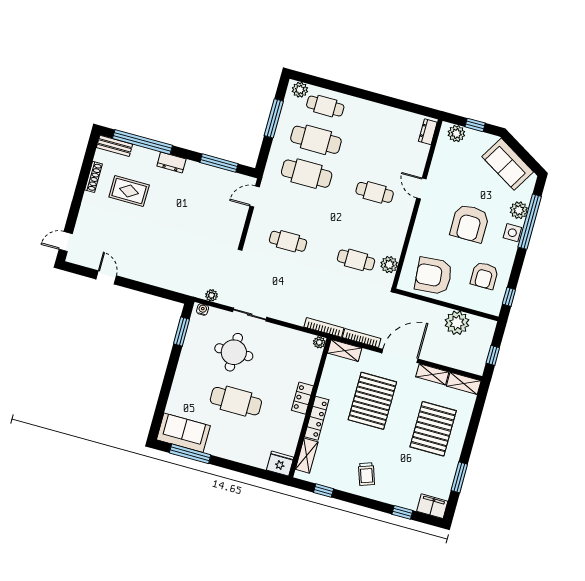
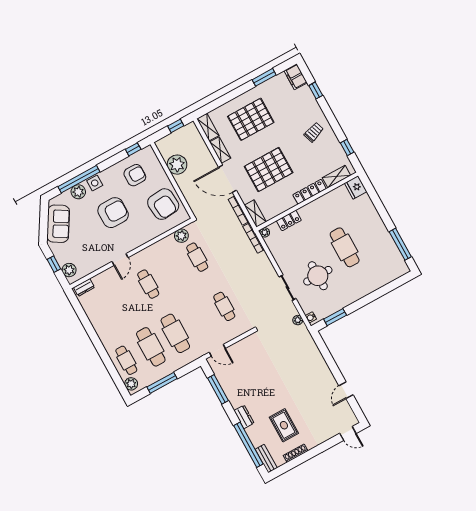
locker: (302, 398) -> (289, 220), moved
sofa: (183, 433) -> (392, 260), removed

